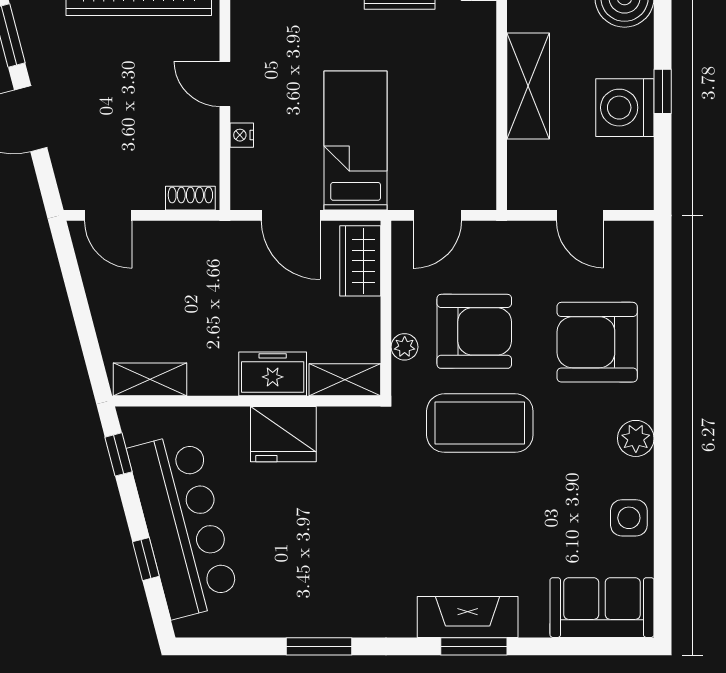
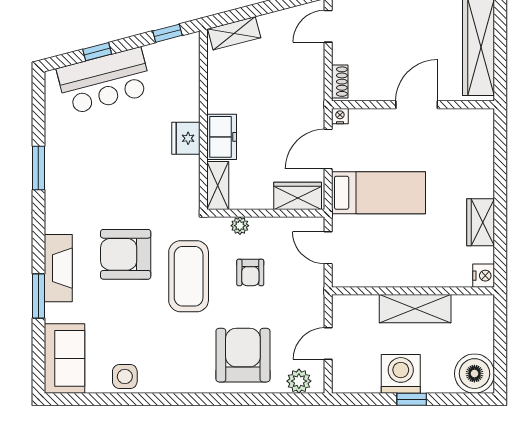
door: (225, 84) -> (417, 105), width x1.37
nightstand: (242, 135) -> (340, 116), moved
armchair: (474, 331) -> (250, 272), width x0.53, depth x0.53
shelving: (150, 379) -> (234, 33), moved, turned 75
fridge: (283, 434) -> (186, 138), width x0.73, depth x0.75
plant: (636, 438) -> (299, 381), moved
armchair: (447, 517) -> (126, 254), added
bar counter: (184, 525) -> (104, 81), width x0.73
window: (474, 646) -> (38, 296), moved

